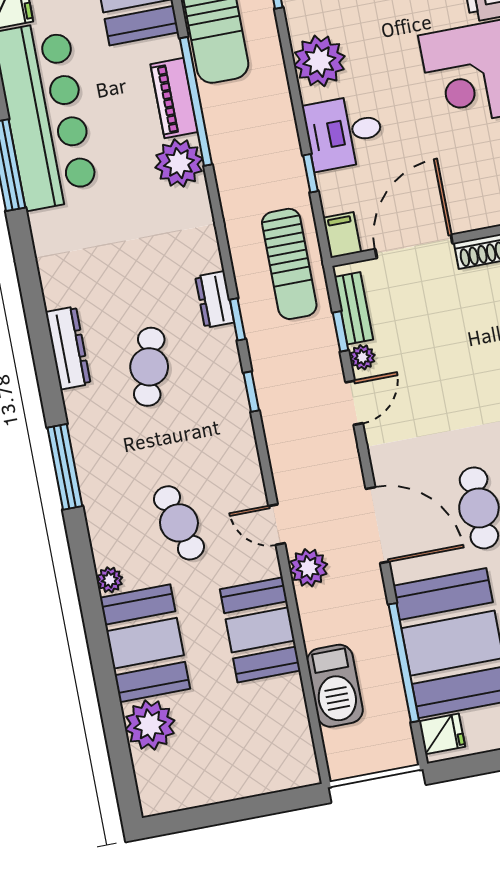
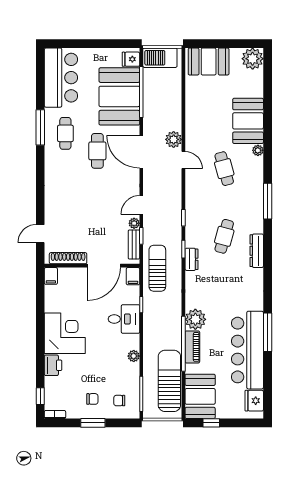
plant: (319, 61) -> (134, 356), width x0.53, depth x0.53
booth: (260, 630) -> (209, 62), moved, turned 90
barbecue: (335, 686) -> (160, 58), moved, turned -90
plant: (150, 725) -> (253, 59), moved

